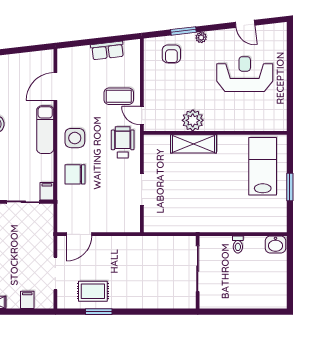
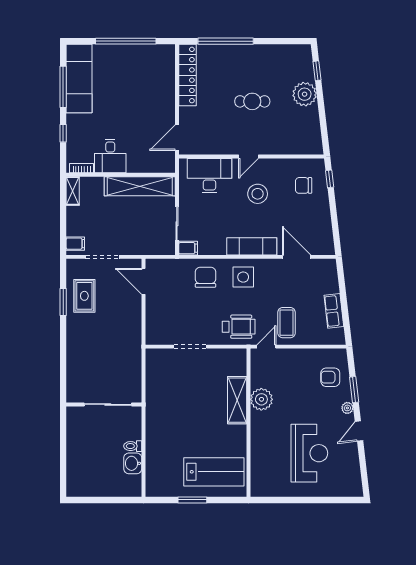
door: (245, 24) -> (359, 431), moved
washbasin: (276, 245) -> (133, 463), moved
filing cabinet: (27, 300) -> (75, 244), moved

